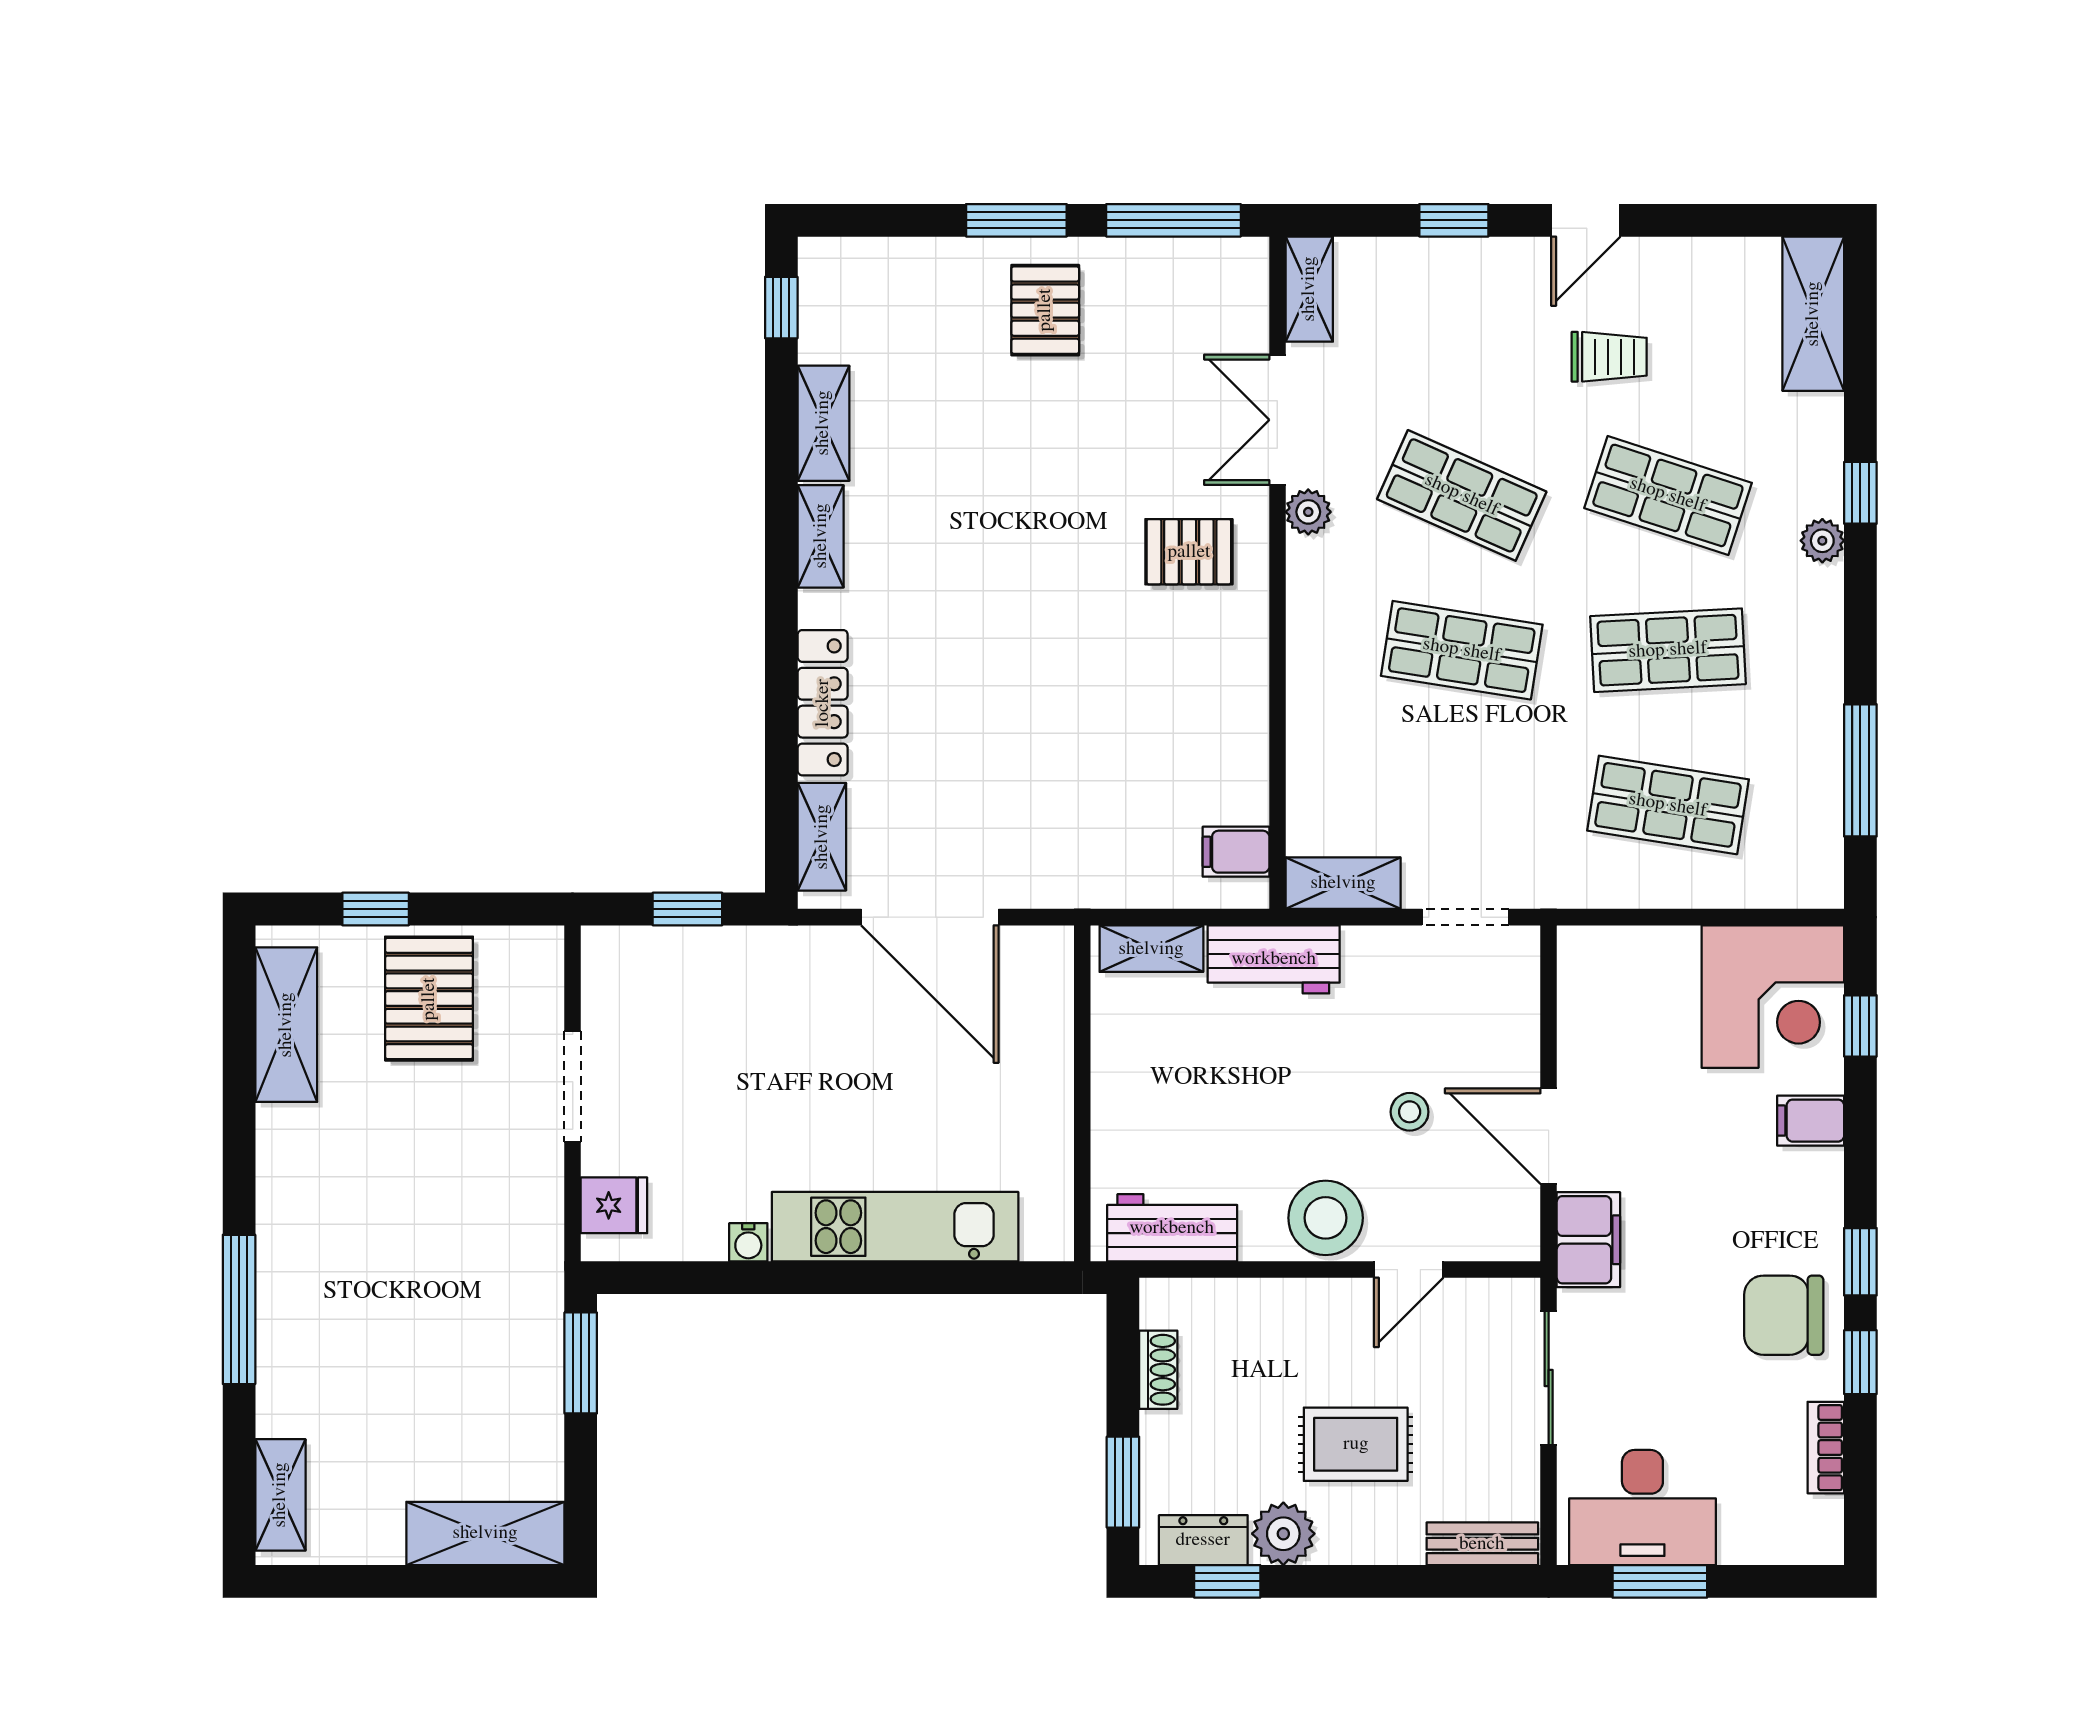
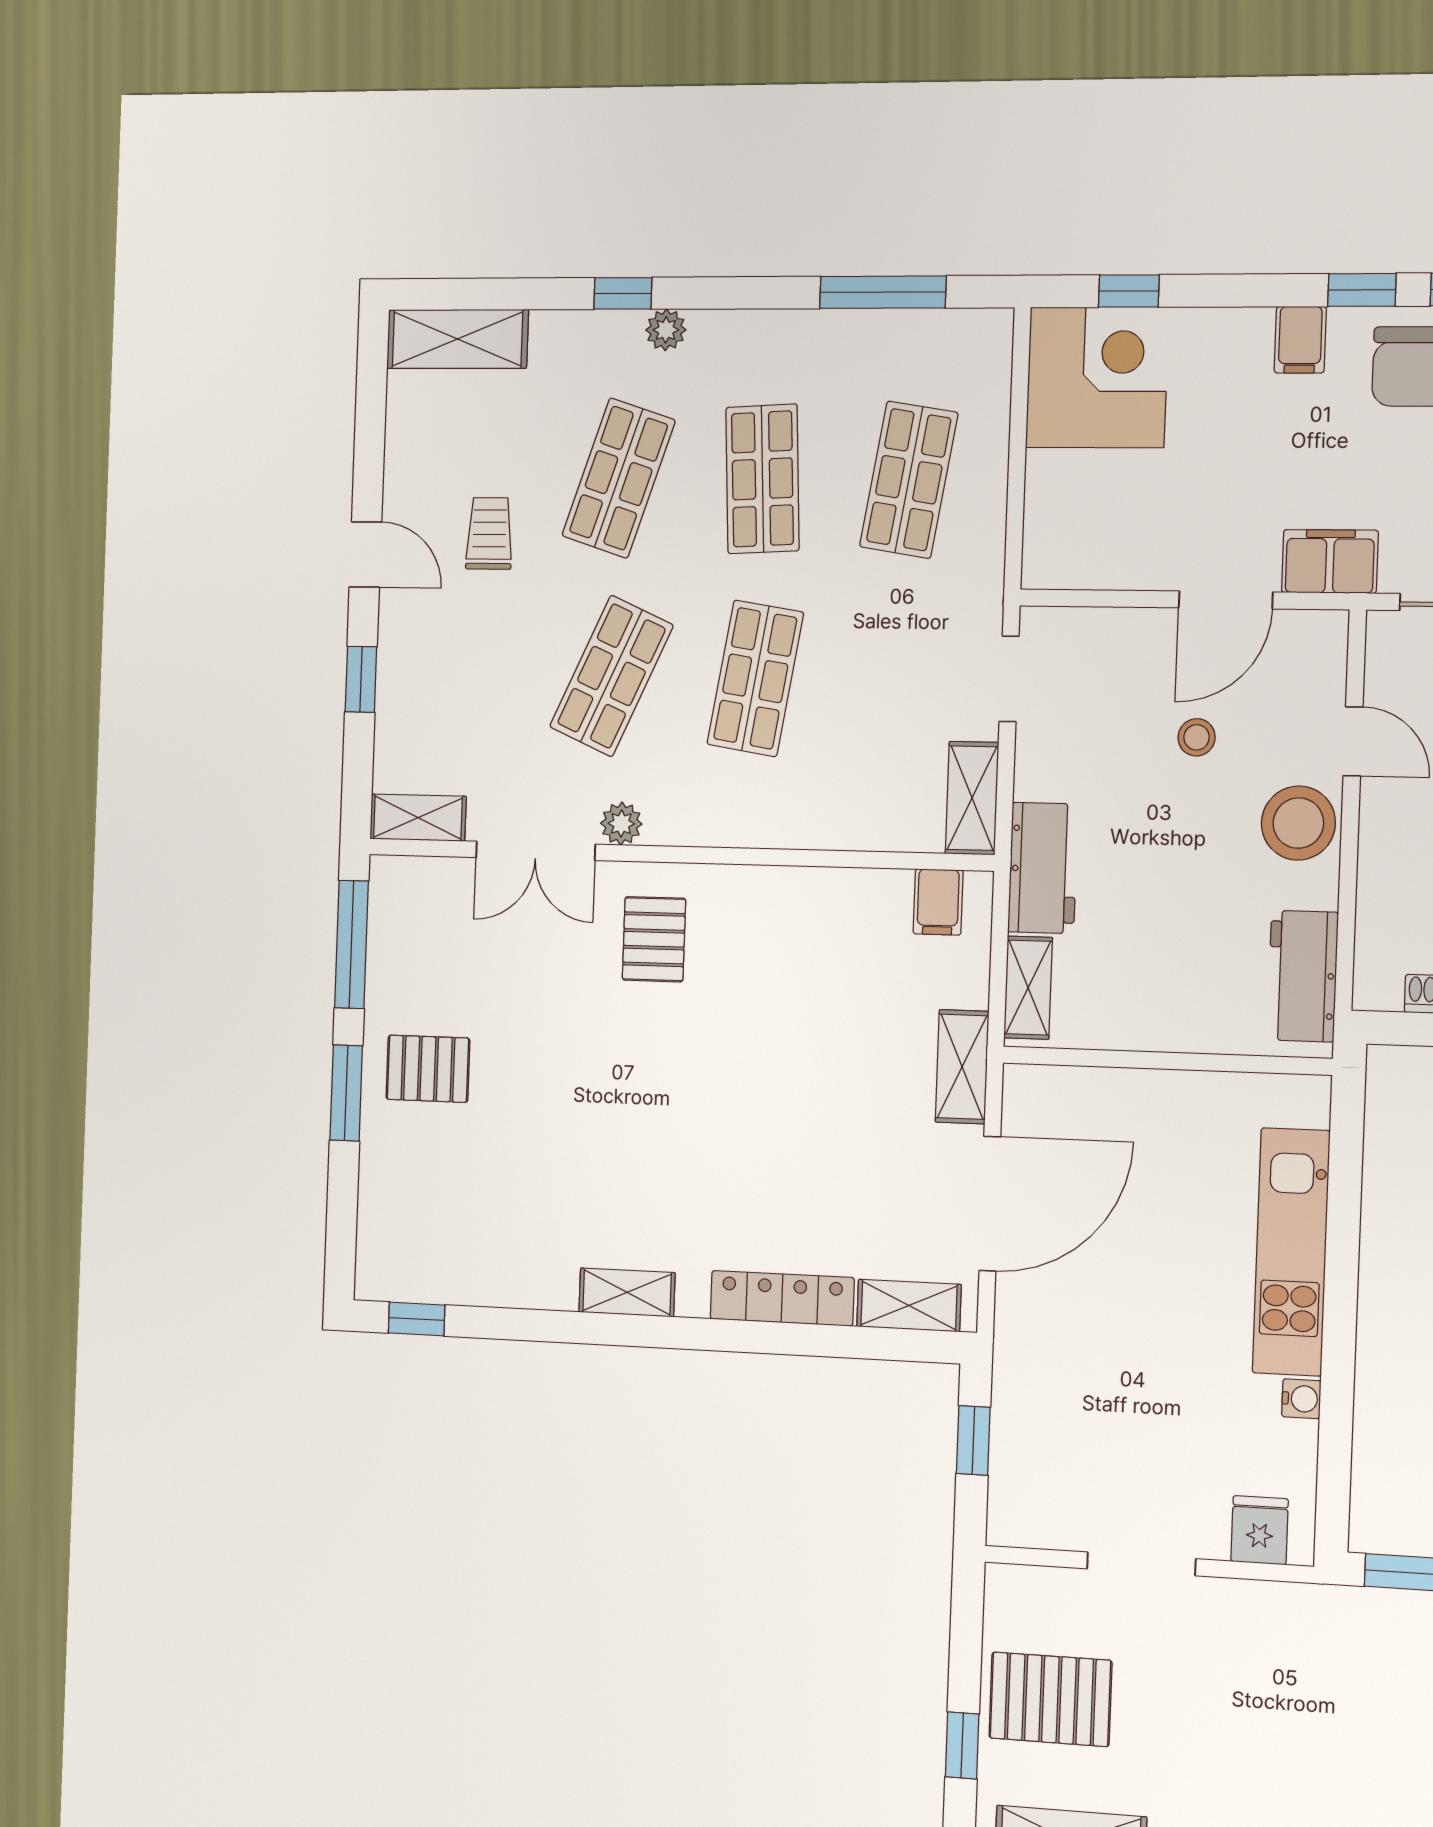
shelving: (823, 423) -> (962, 1067), moved, turned 90
filing cabinet: (1811, 1121) -> (1300, 340), moved

